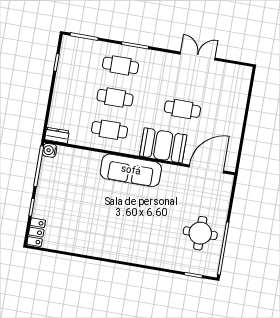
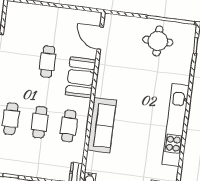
door: (206, 169) -> (100, 38), width x0.73
sofa: (131, 170) -> (102, 125), moved
kitchen unit: (106, 249) -> (176, 125), added

